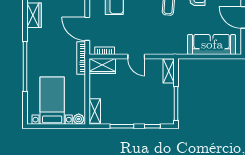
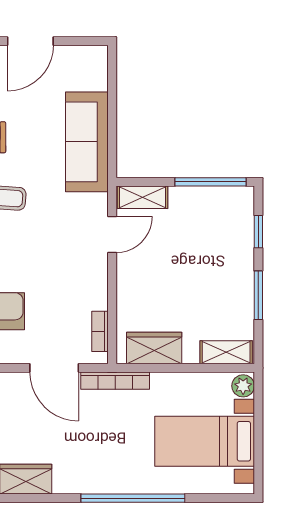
door: (87, 29) -> (54, 368), hinge flipped
sofa: (212, 44) -> (87, 142), moved
door: (136, 57) -> (112, 234), moved
wardrobe: (102, 66) -> (154, 348), moved, turned -90

